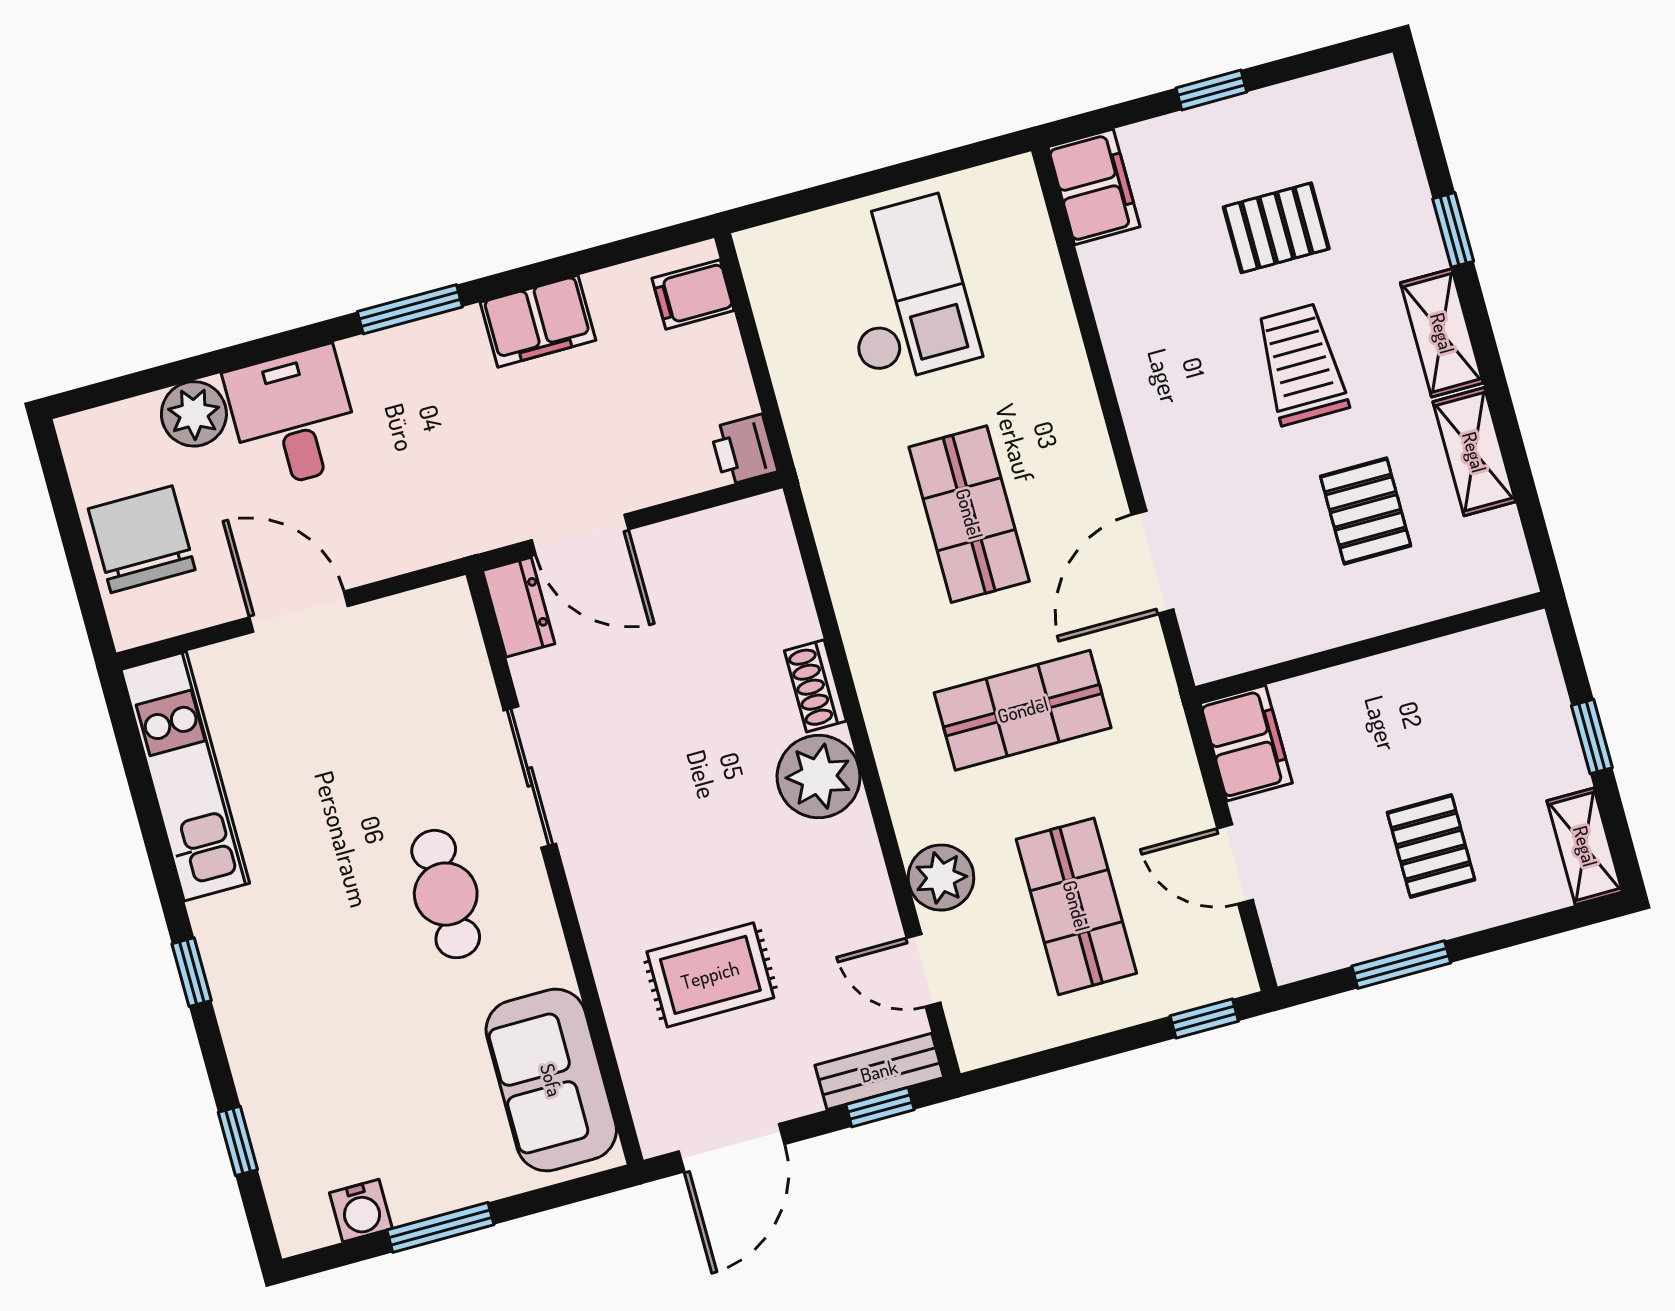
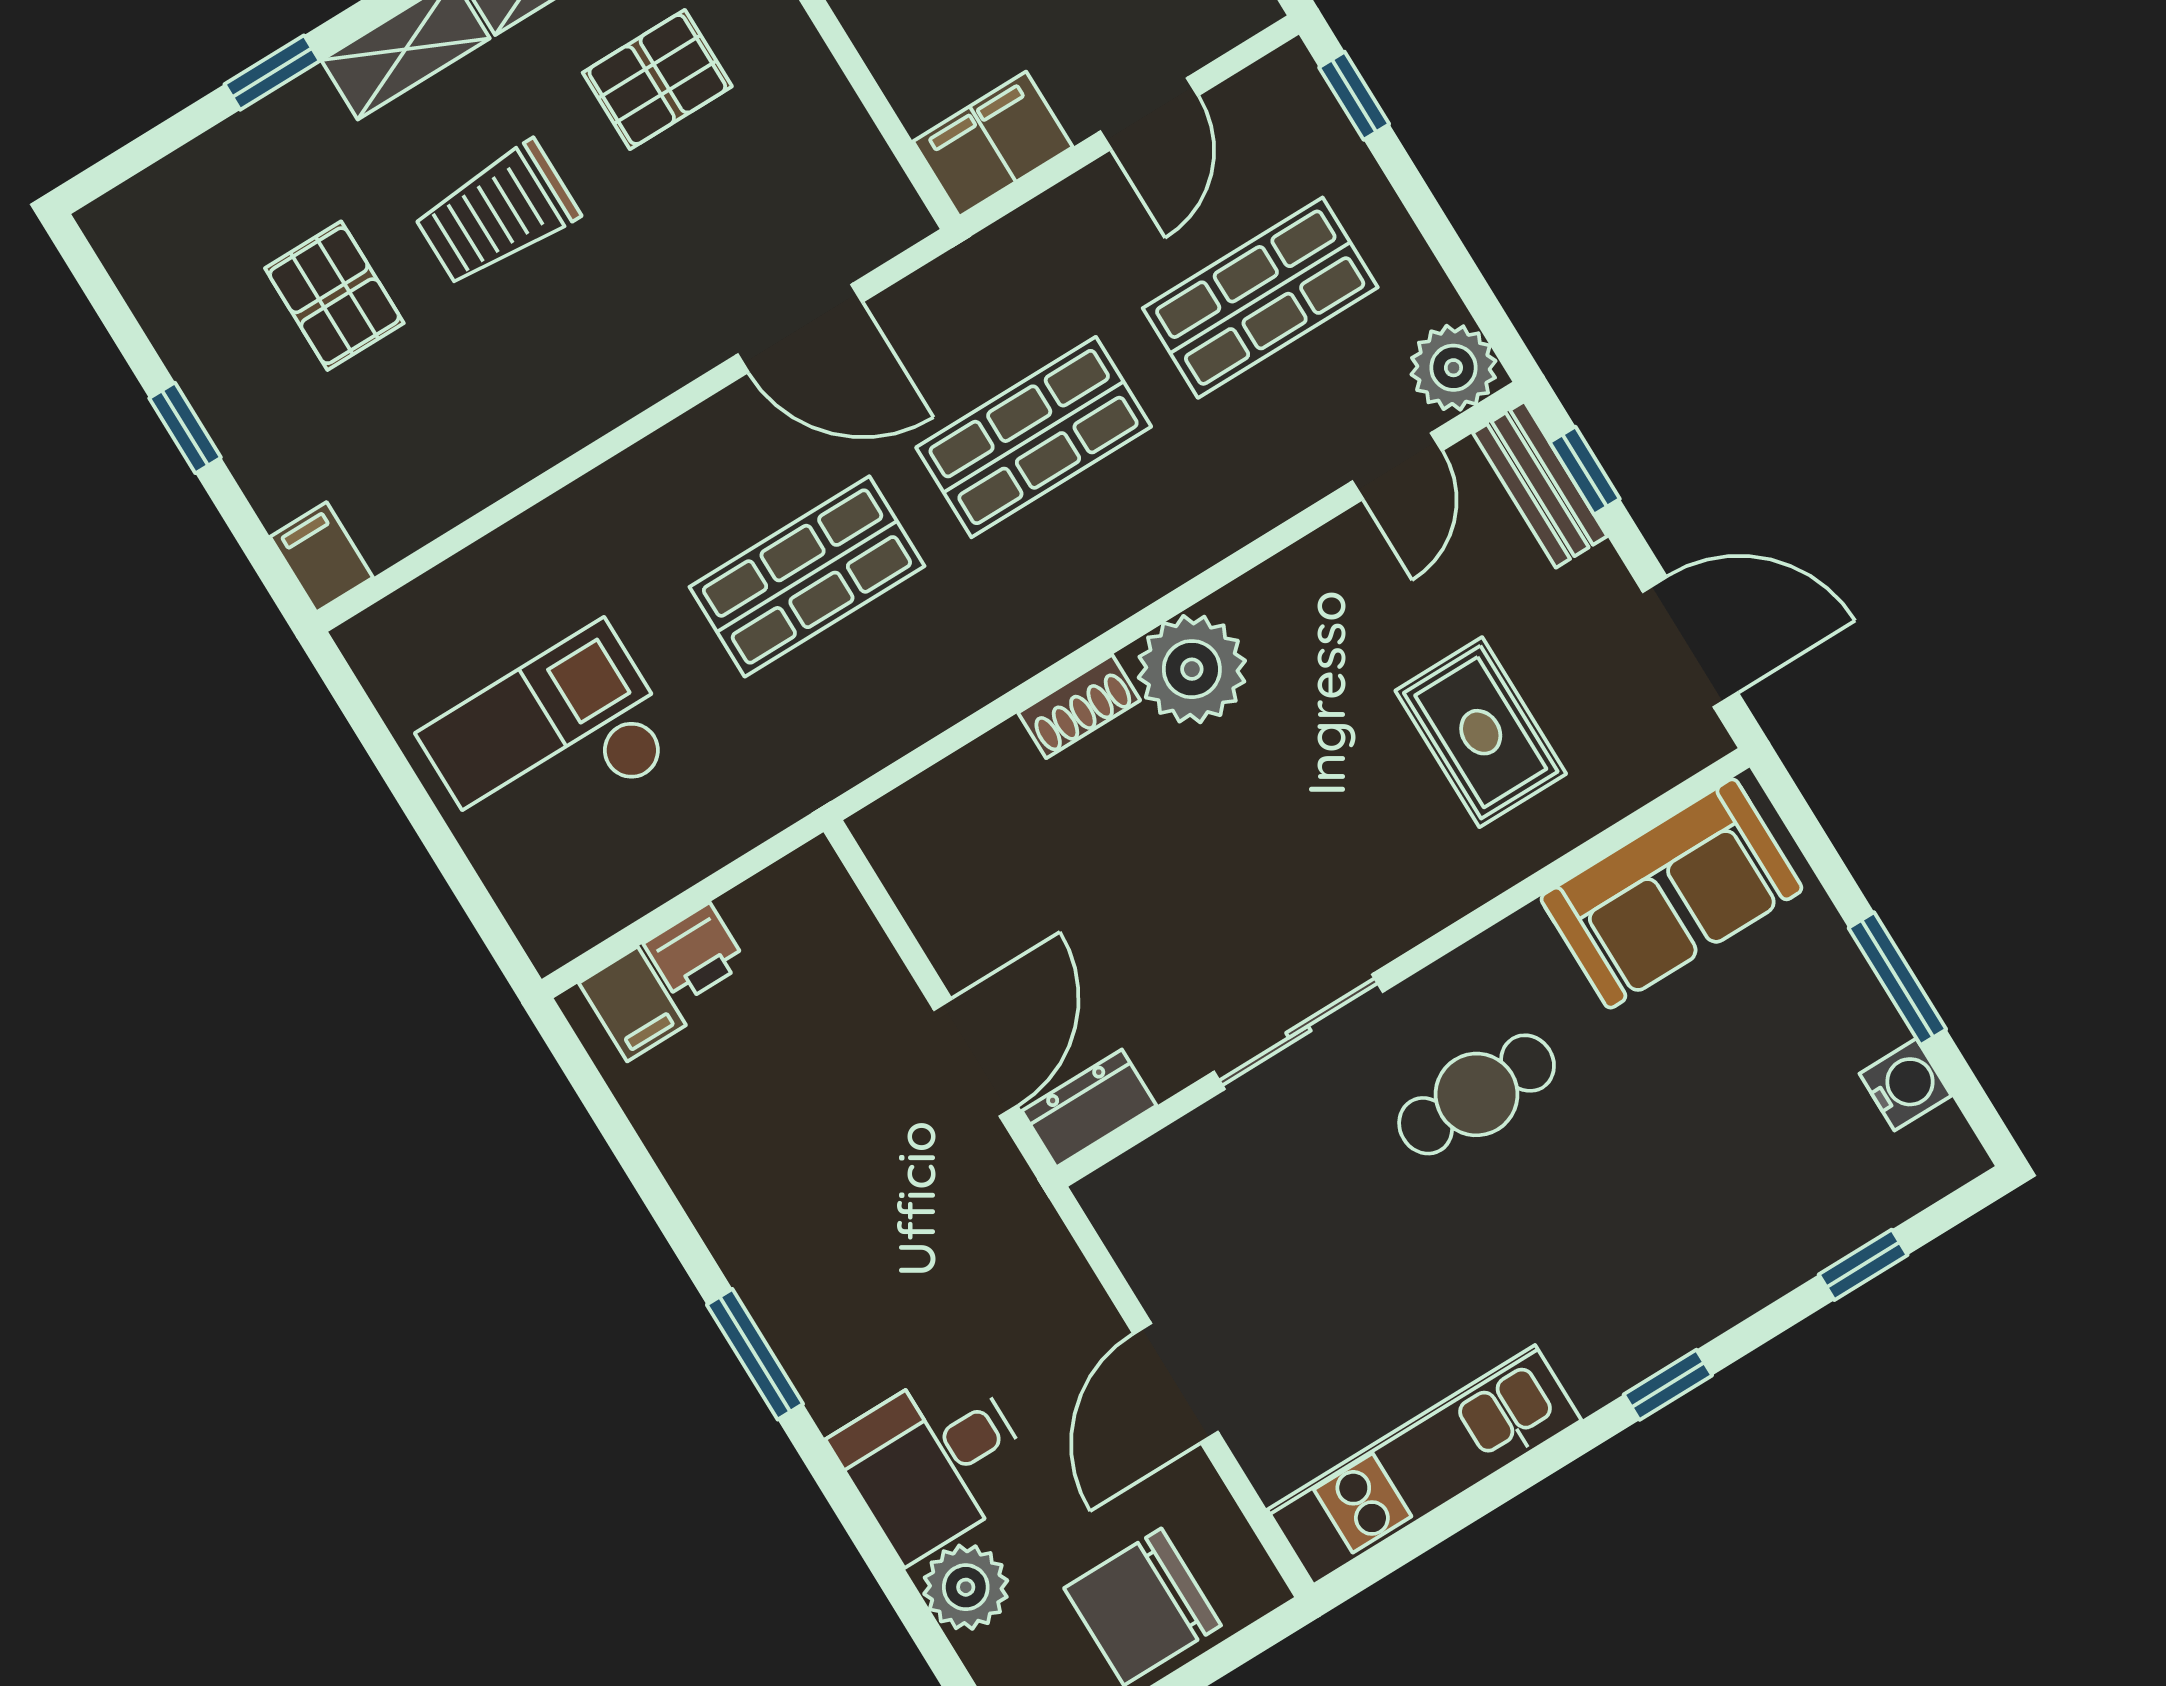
filing cabinet: (1094, 187) -> (321, 557), width x0.50
filing cabinet: (538, 321) -> (723, 1189), removed
printer: (744, 450) -> (695, 953), moved
shop shelf: (1023, 710) -> (1034, 437), turned 90
plant: (941, 878) -> (1453, 368), moved

